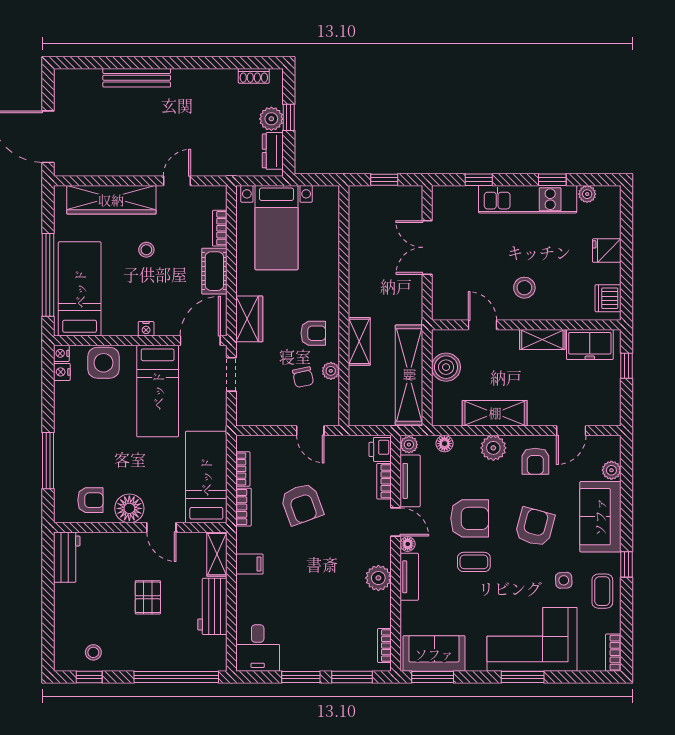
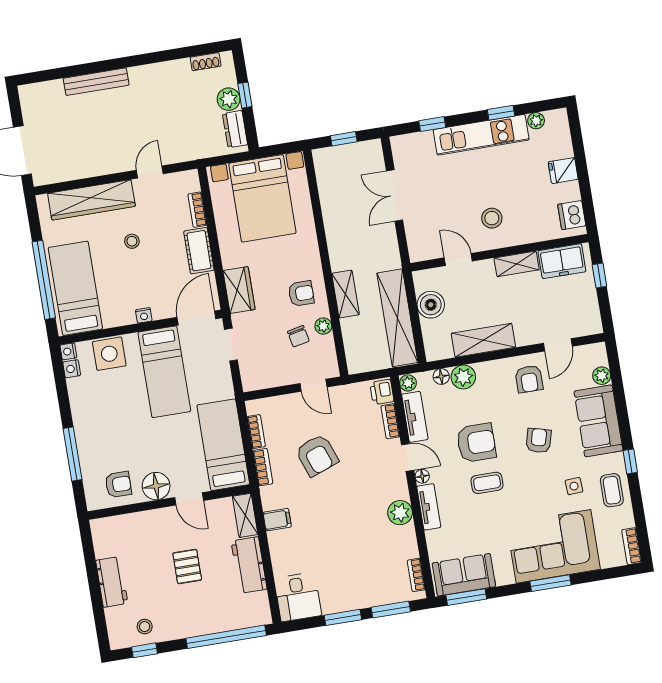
bed with nightstands: (276, 228) -> (262, 198), width x1.36
plant: (493, 448) -> (463, 377), moved
armchair: (535, 527) -> (539, 441), width x0.72, depth x0.72
workbench: (67, 557) -> (112, 582), moved

